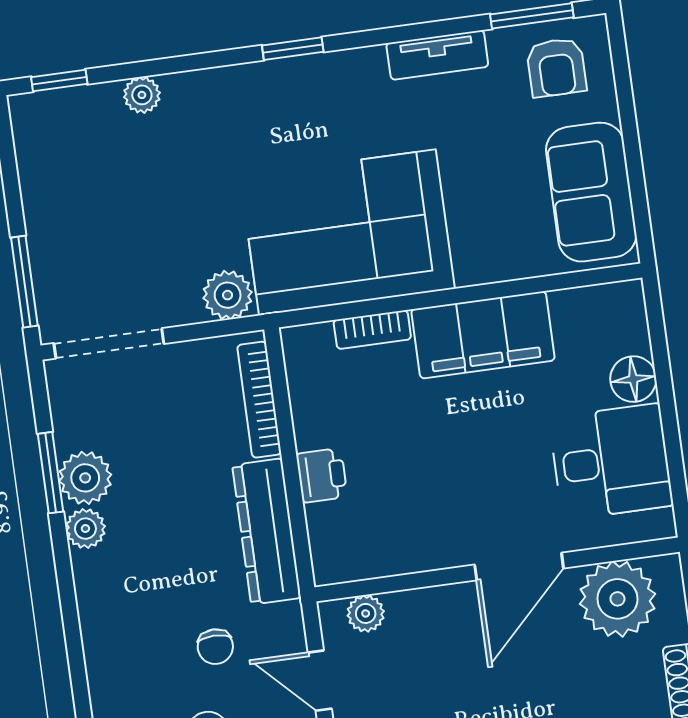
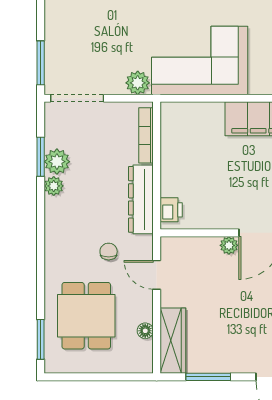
bookcase: (372, 330) -> (205, 109), removed
printer: (322, 475) -> (171, 210), moved
plant: (366, 613) -> (229, 245), moved
chair: (215, 647) -> (109, 252), turned 180

